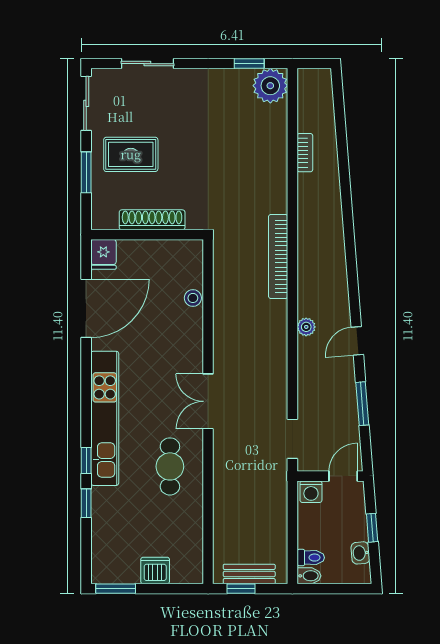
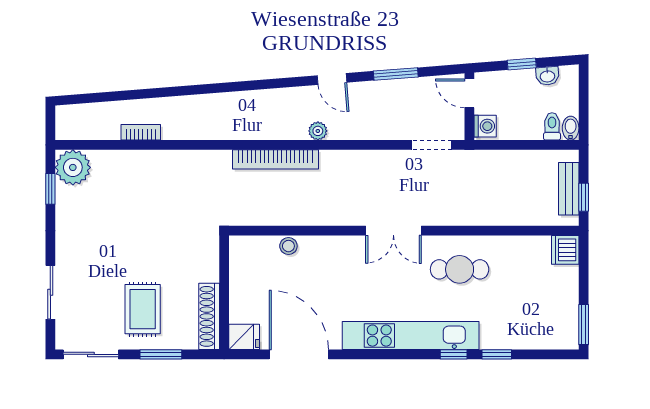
shoe rack: (152, 220) -> (209, 316), moved
bookcase: (278, 256) -> (275, 159), moved
dishwasher: (155, 571) -> (565, 250), moved

